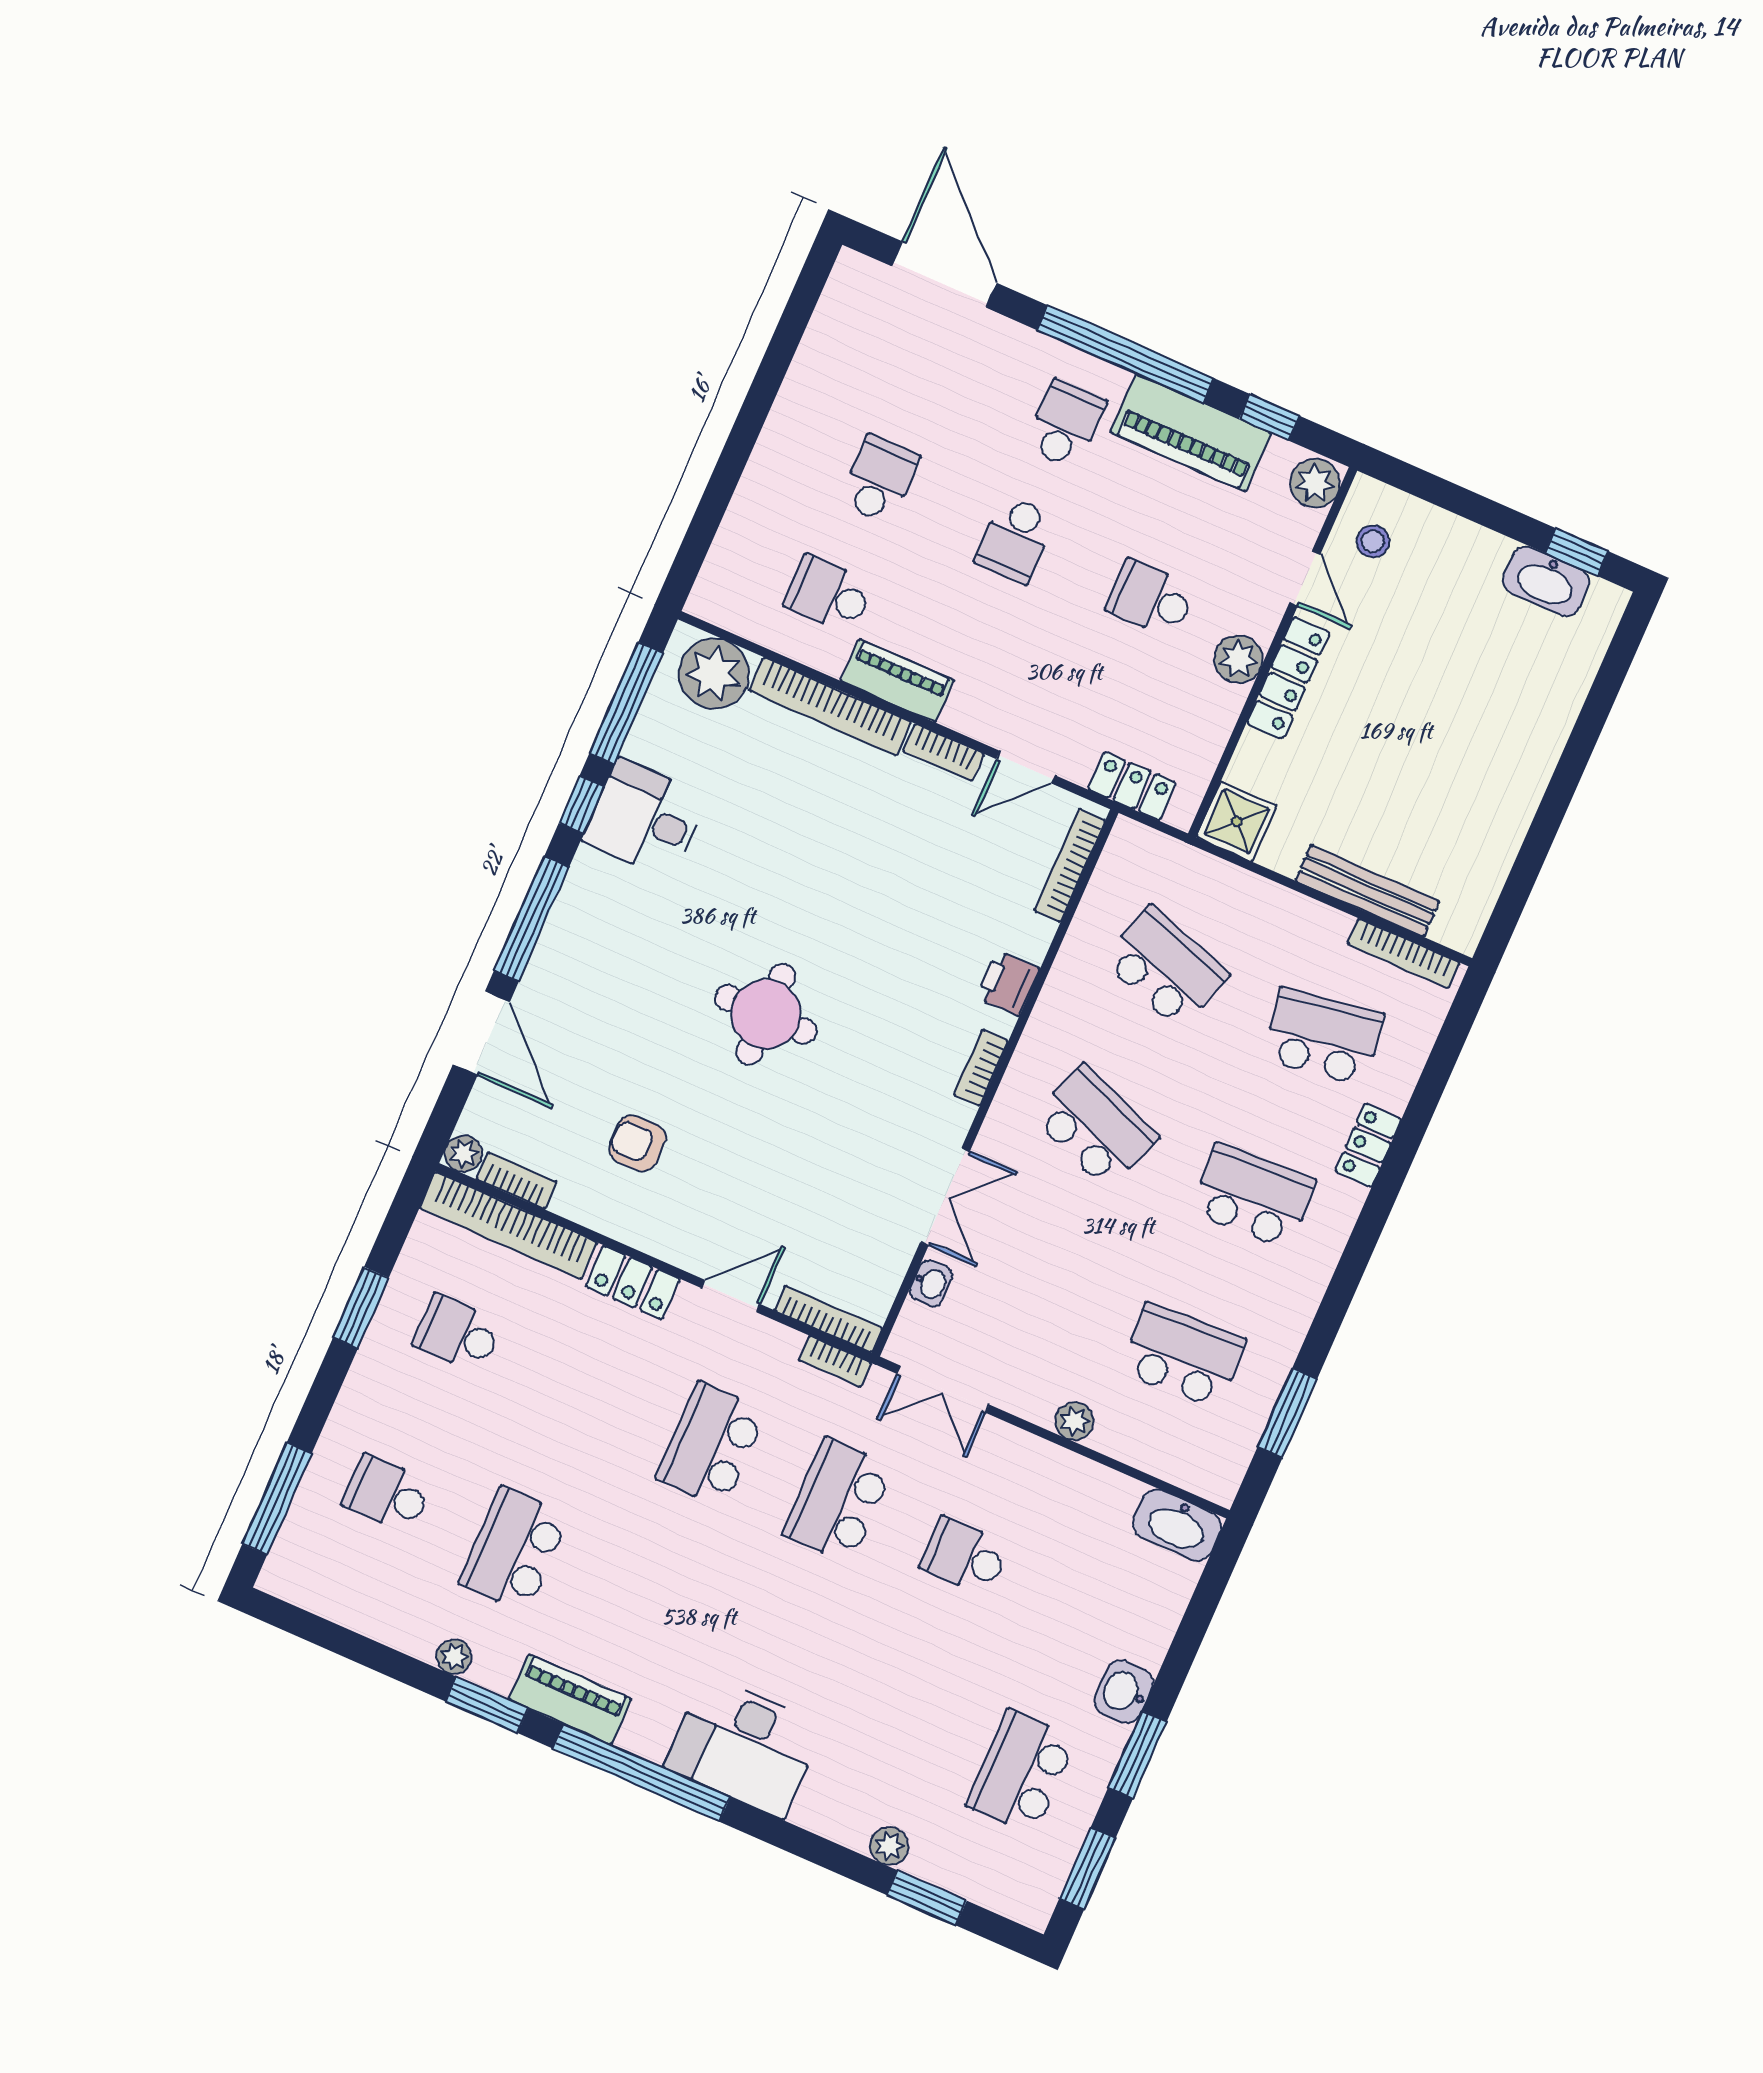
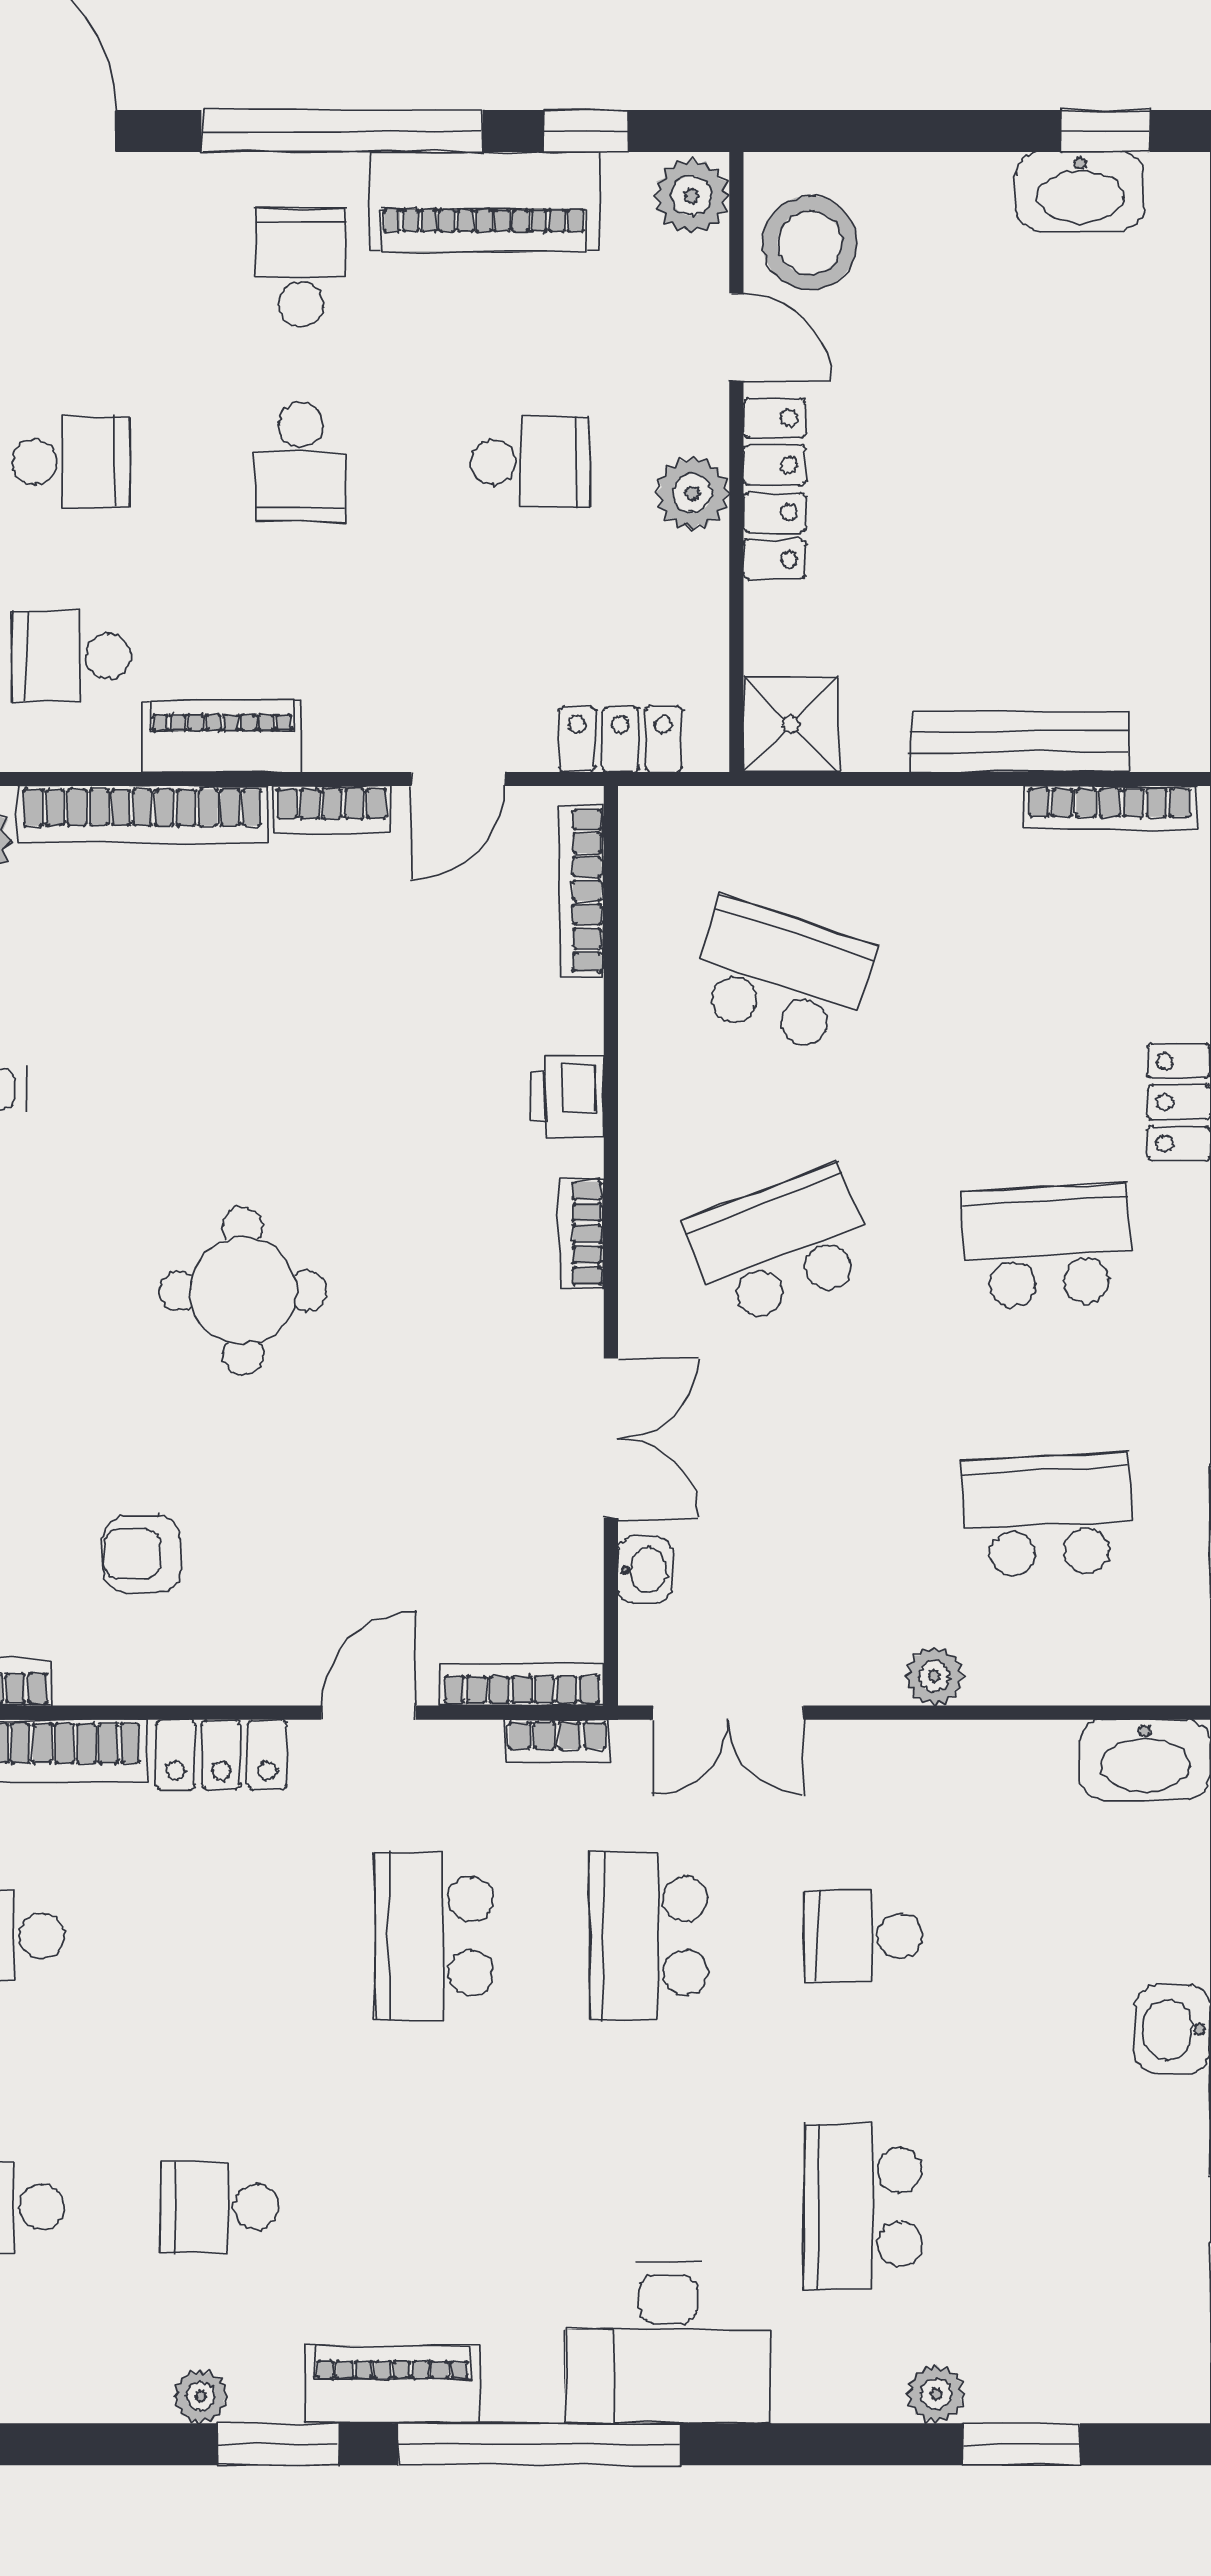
school desk: (879, 479) -> (71, 462), turned 90
stool: (1373, 541) -> (810, 243), width x1.89, depth x1.89
school desk: (1151, 599) -> (531, 462), turned 180
school desk: (1323, 1037) -> (1048, 976), removed
school desk: (1095, 1127) -> (780, 1246), turned -42
school desk: (514, 1550) -> (220, 2207), width x0.54
school desk: (1021, 1772) -> (863, 2207), moved

